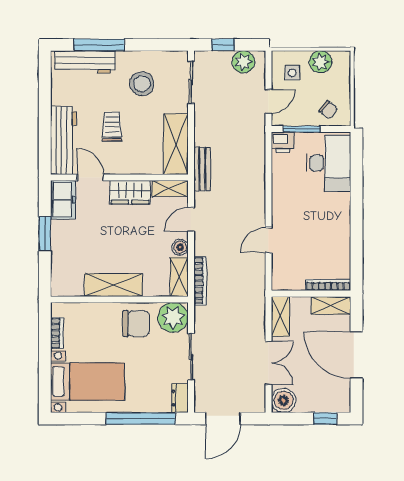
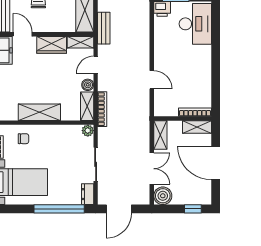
door: (268, 240) -> (152, 80), swing flipped
plant: (173, 317) -> (88, 131), width x0.53, depth x0.53
chair: (136, 324) -> (23, 139), moved, width x0.54, depth x0.54

